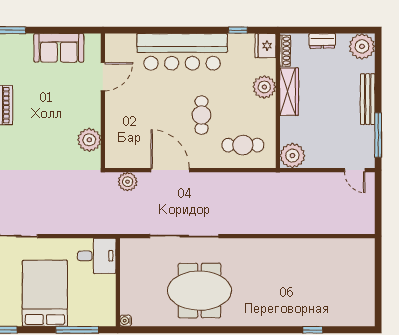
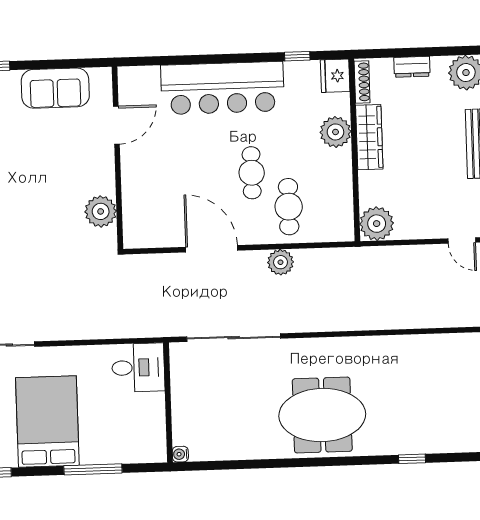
cafe table: (243, 145) -> (289, 207), moved, turned 90
plant: (128, 182) -> (280, 262), moved
desk: (97, 256) -> (138, 368), moved
wall: (118, 282) -> (168, 402), moved
meeting table: (199, 291) -> (322, 415), moved
water cooler: (126, 321) -> (180, 454), moved

